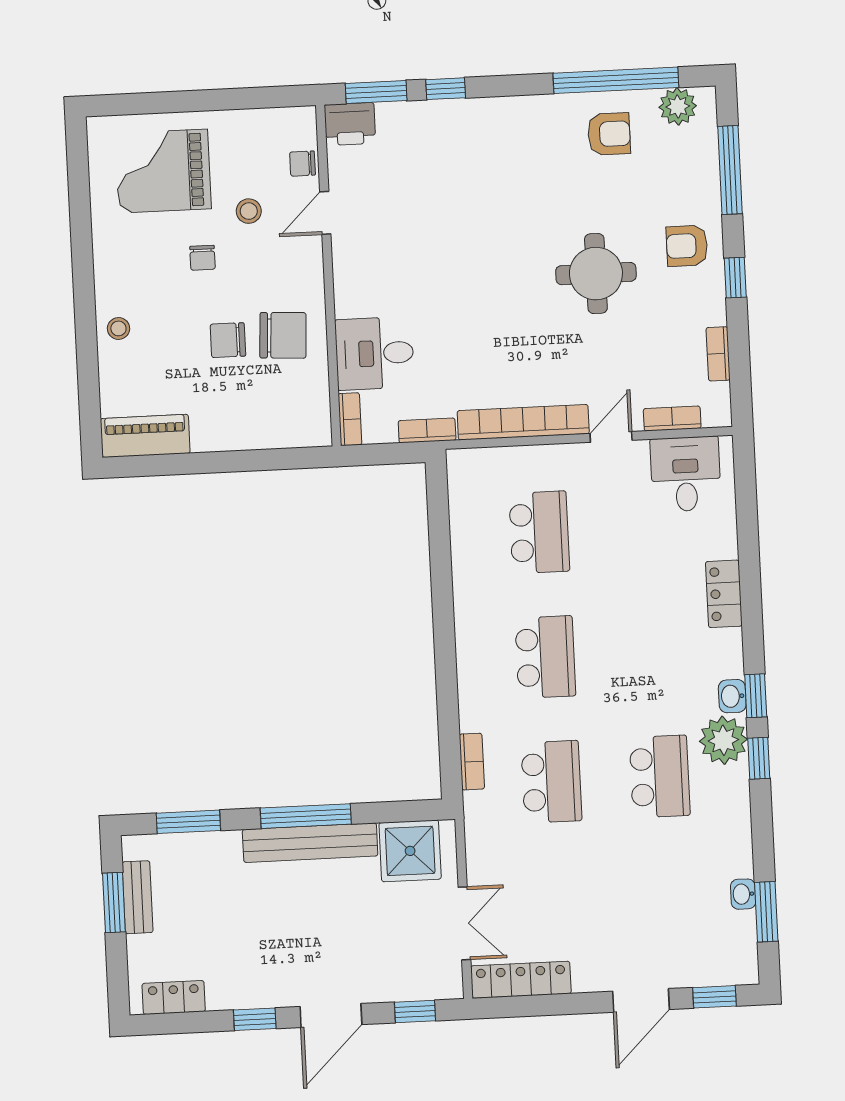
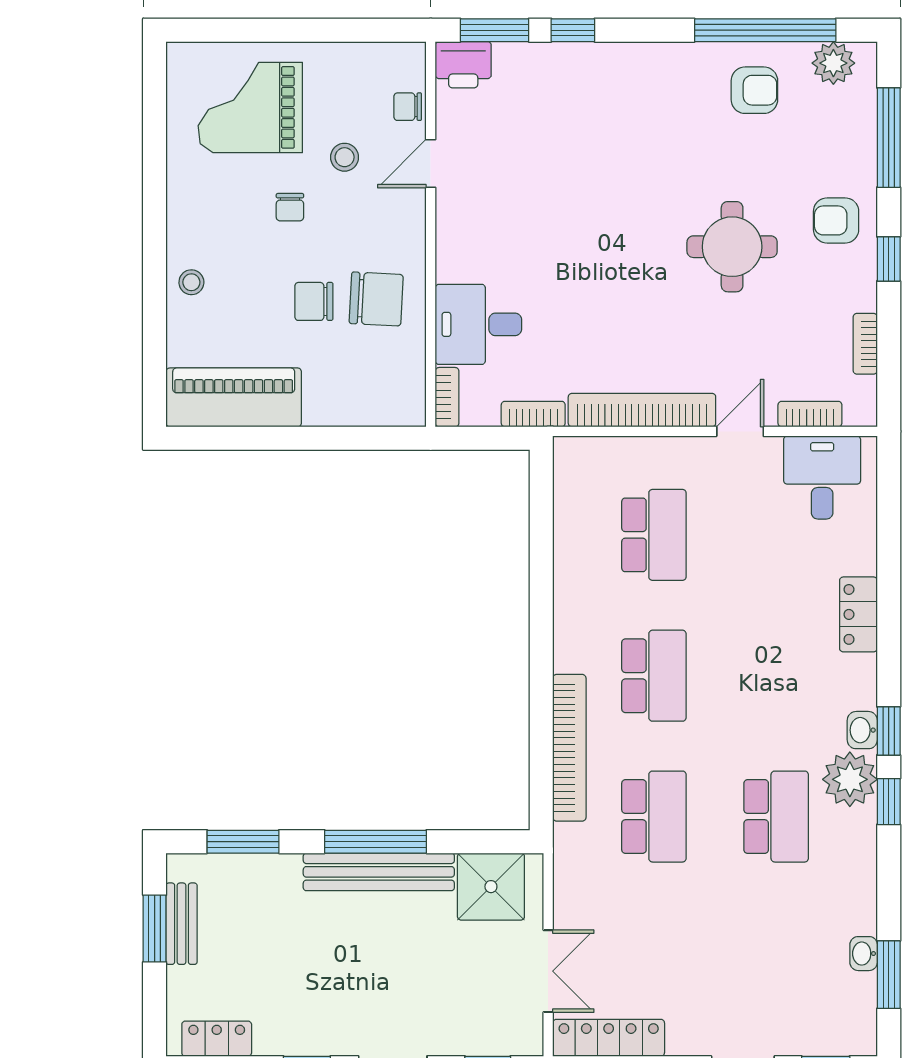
piano: (145, 436) -> (234, 397), width x1.37, depth x1.33
bookcase: (472, 762) -> (569, 748), width x2.31, depth x1.31

